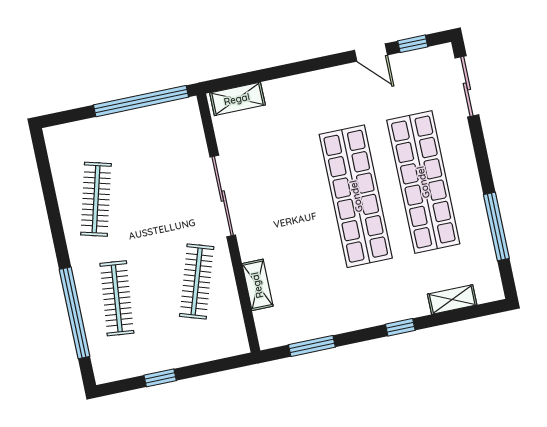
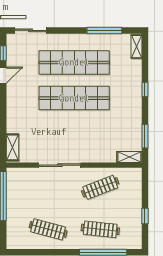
clothes rail: (197, 281) -> (100, 187), turned -39
shelving: (257, 285) -> (129, 157), moved
shelving: (452, 300) -> (136, 47), moved

